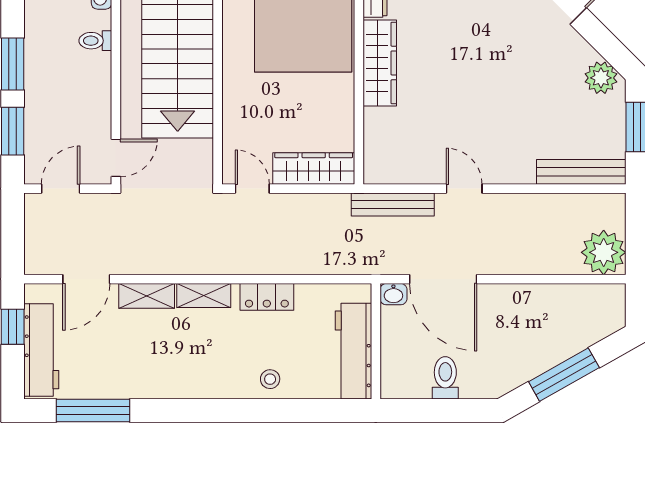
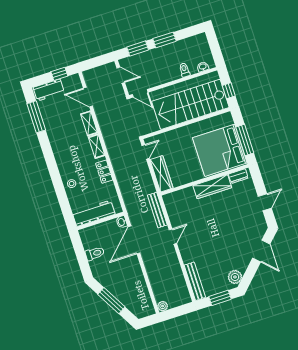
plant: (604, 252) -> (163, 306), width x0.53, depth x0.53
workbench: (41, 350) -> (49, 90), width x0.73

